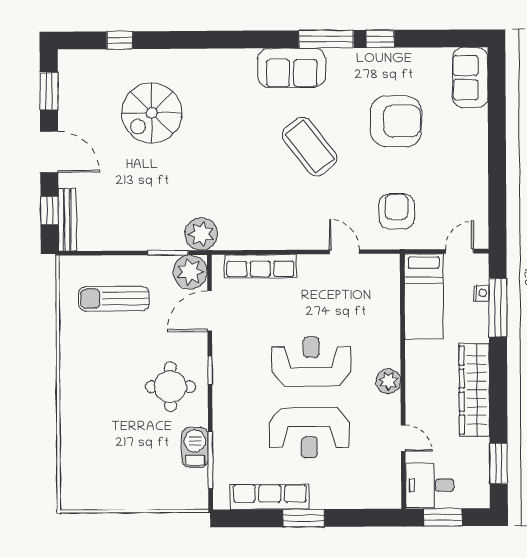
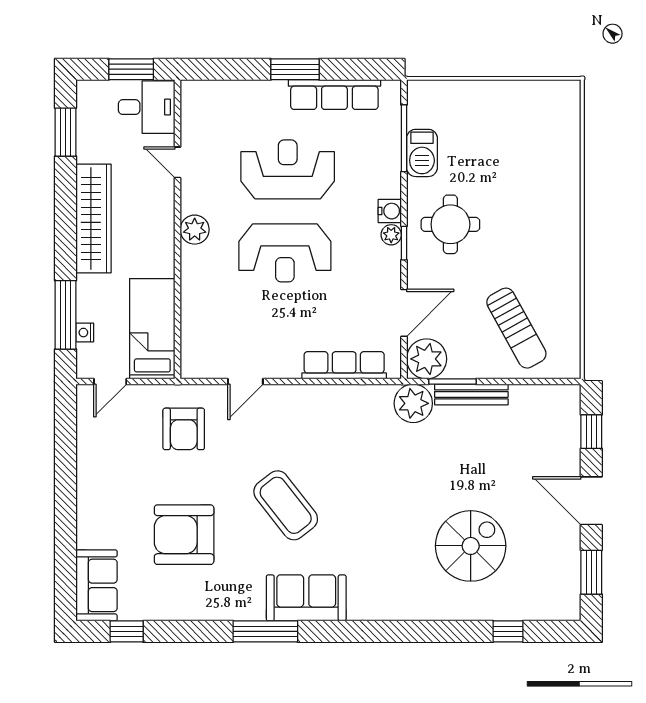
window: (380, 39) -> (127, 631), moved
bench: (67, 220) -> (471, 394), moved, turned 90
door: (344, 252) -> (245, 382), hinge flipped
sun lounger: (114, 299) -> (516, 328), turned 61
plant: (221, 377) -> (391, 235), added
water cooler: (222, 398) -> (390, 211), added

